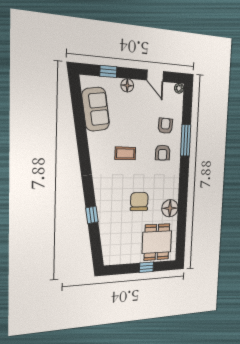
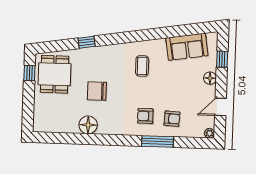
coffee table: (125, 153) -> (142, 66), moved
chair: (139, 202) -> (97, 91), turned 180
dining table: (157, 242) -> (55, 74), moved, turned 90
window: (146, 267) -> (29, 73), moved

